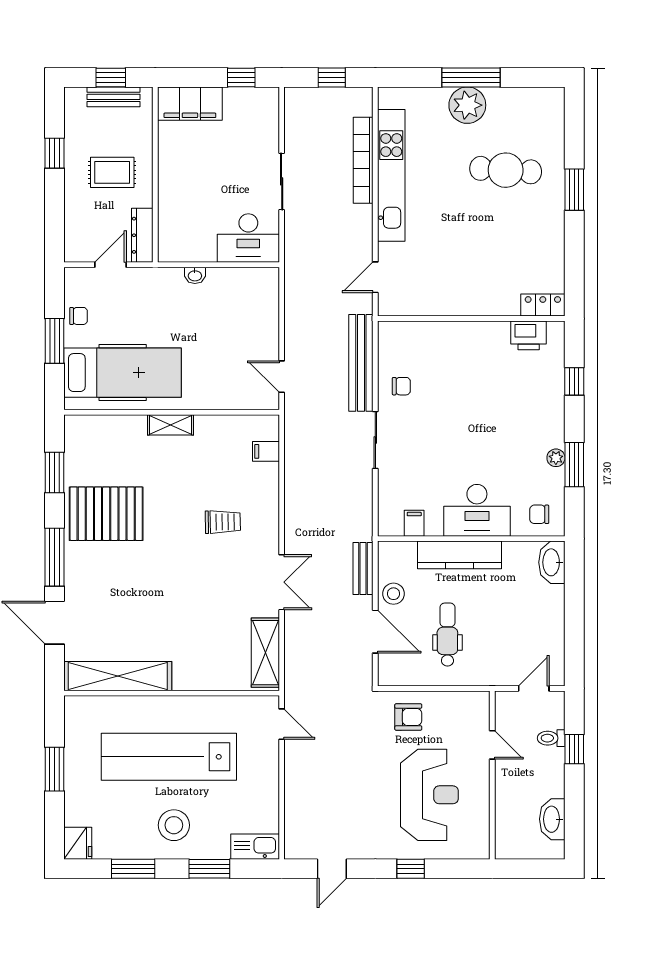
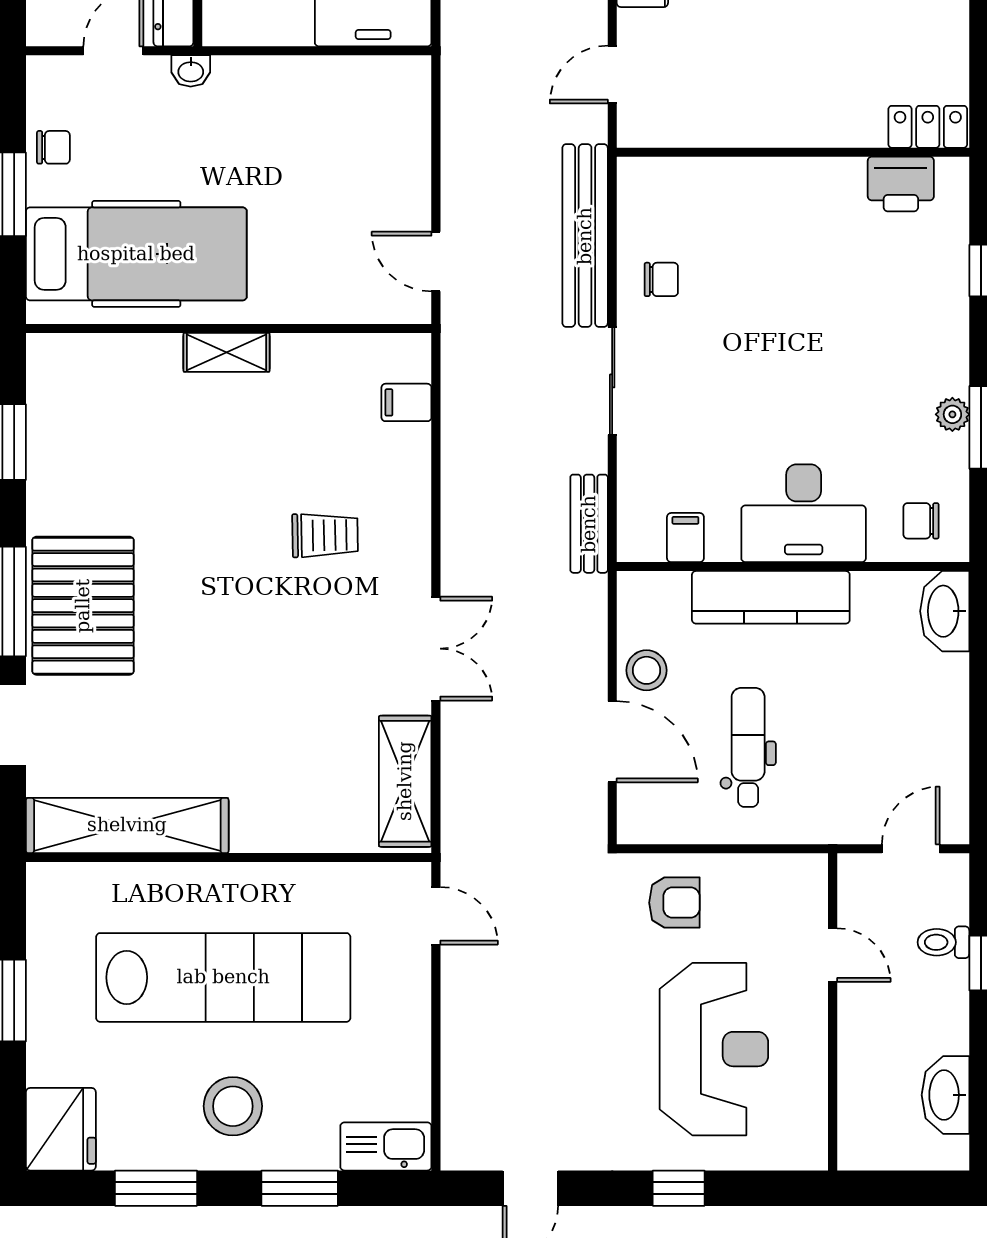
washbasin: (195, 275) -> (191, 71), moved
pallet: (106, 514) -> (83, 606), moved, turned 90
bench: (363, 568) -> (589, 524), moved
lab bench: (169, 757) -> (223, 977), turned 180
fridge: (78, 843) -> (61, 1129), width x1.36, depth x1.34

